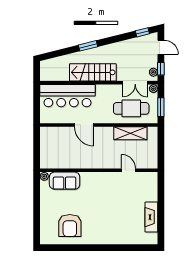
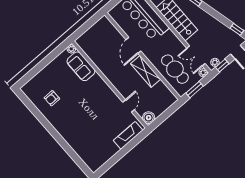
shelving: (130, 133) -> (146, 71), moved
boiler: (151, 162) -> (149, 118), added
fireplace: (151, 217) -> (128, 135), moved
armchair: (70, 225) -> (52, 98), width x0.53, depth x0.53

